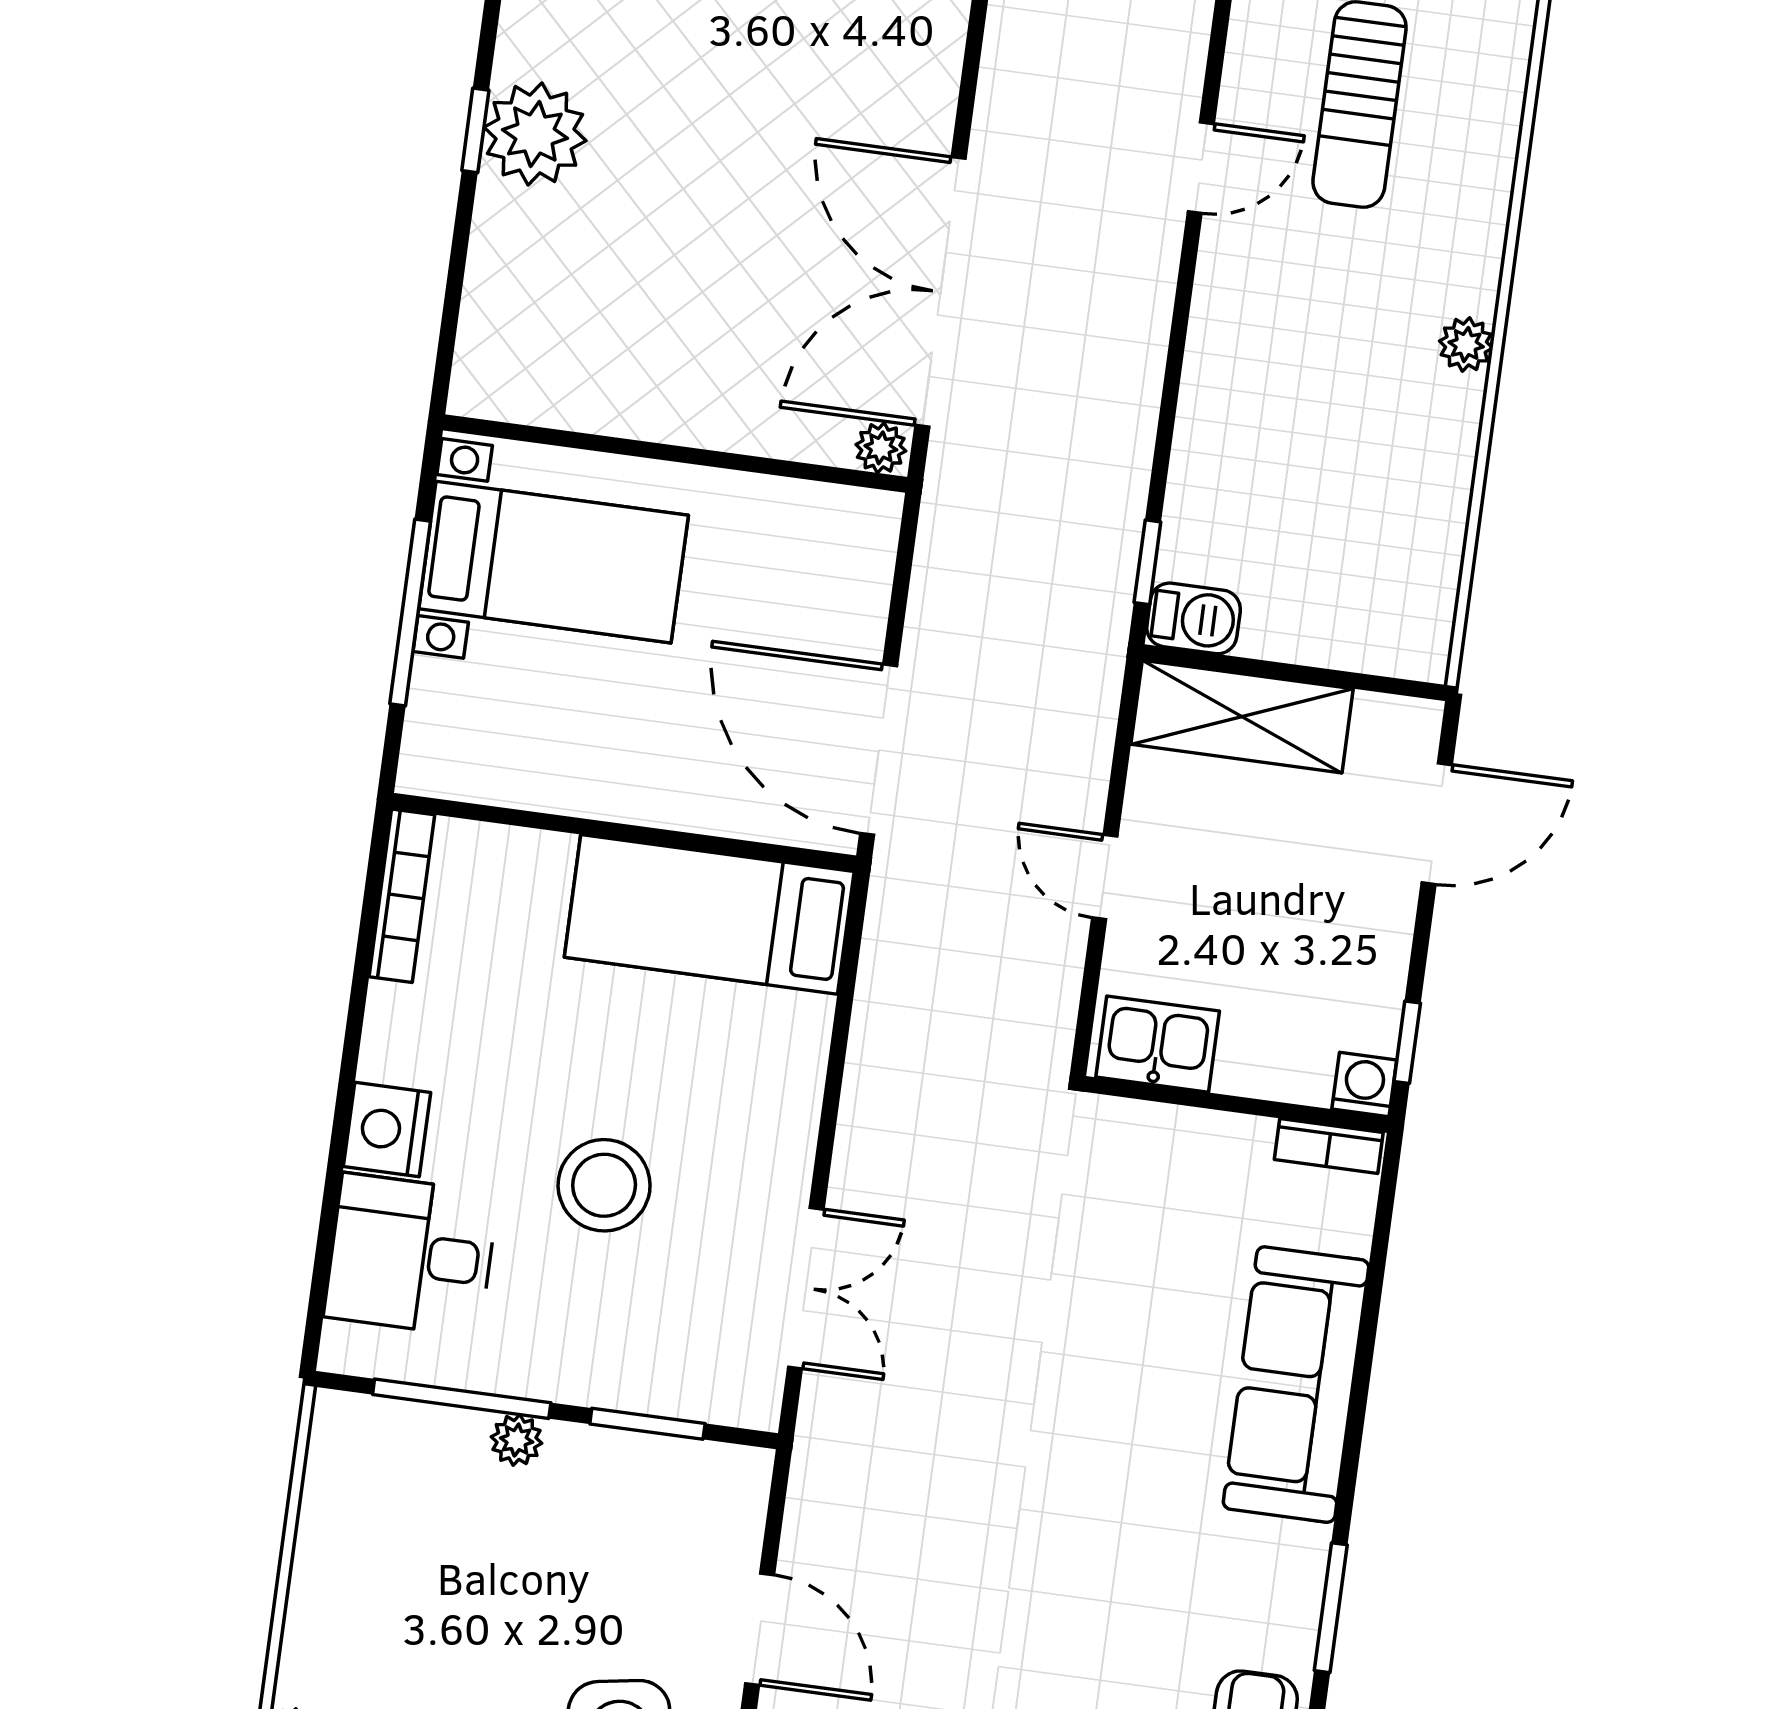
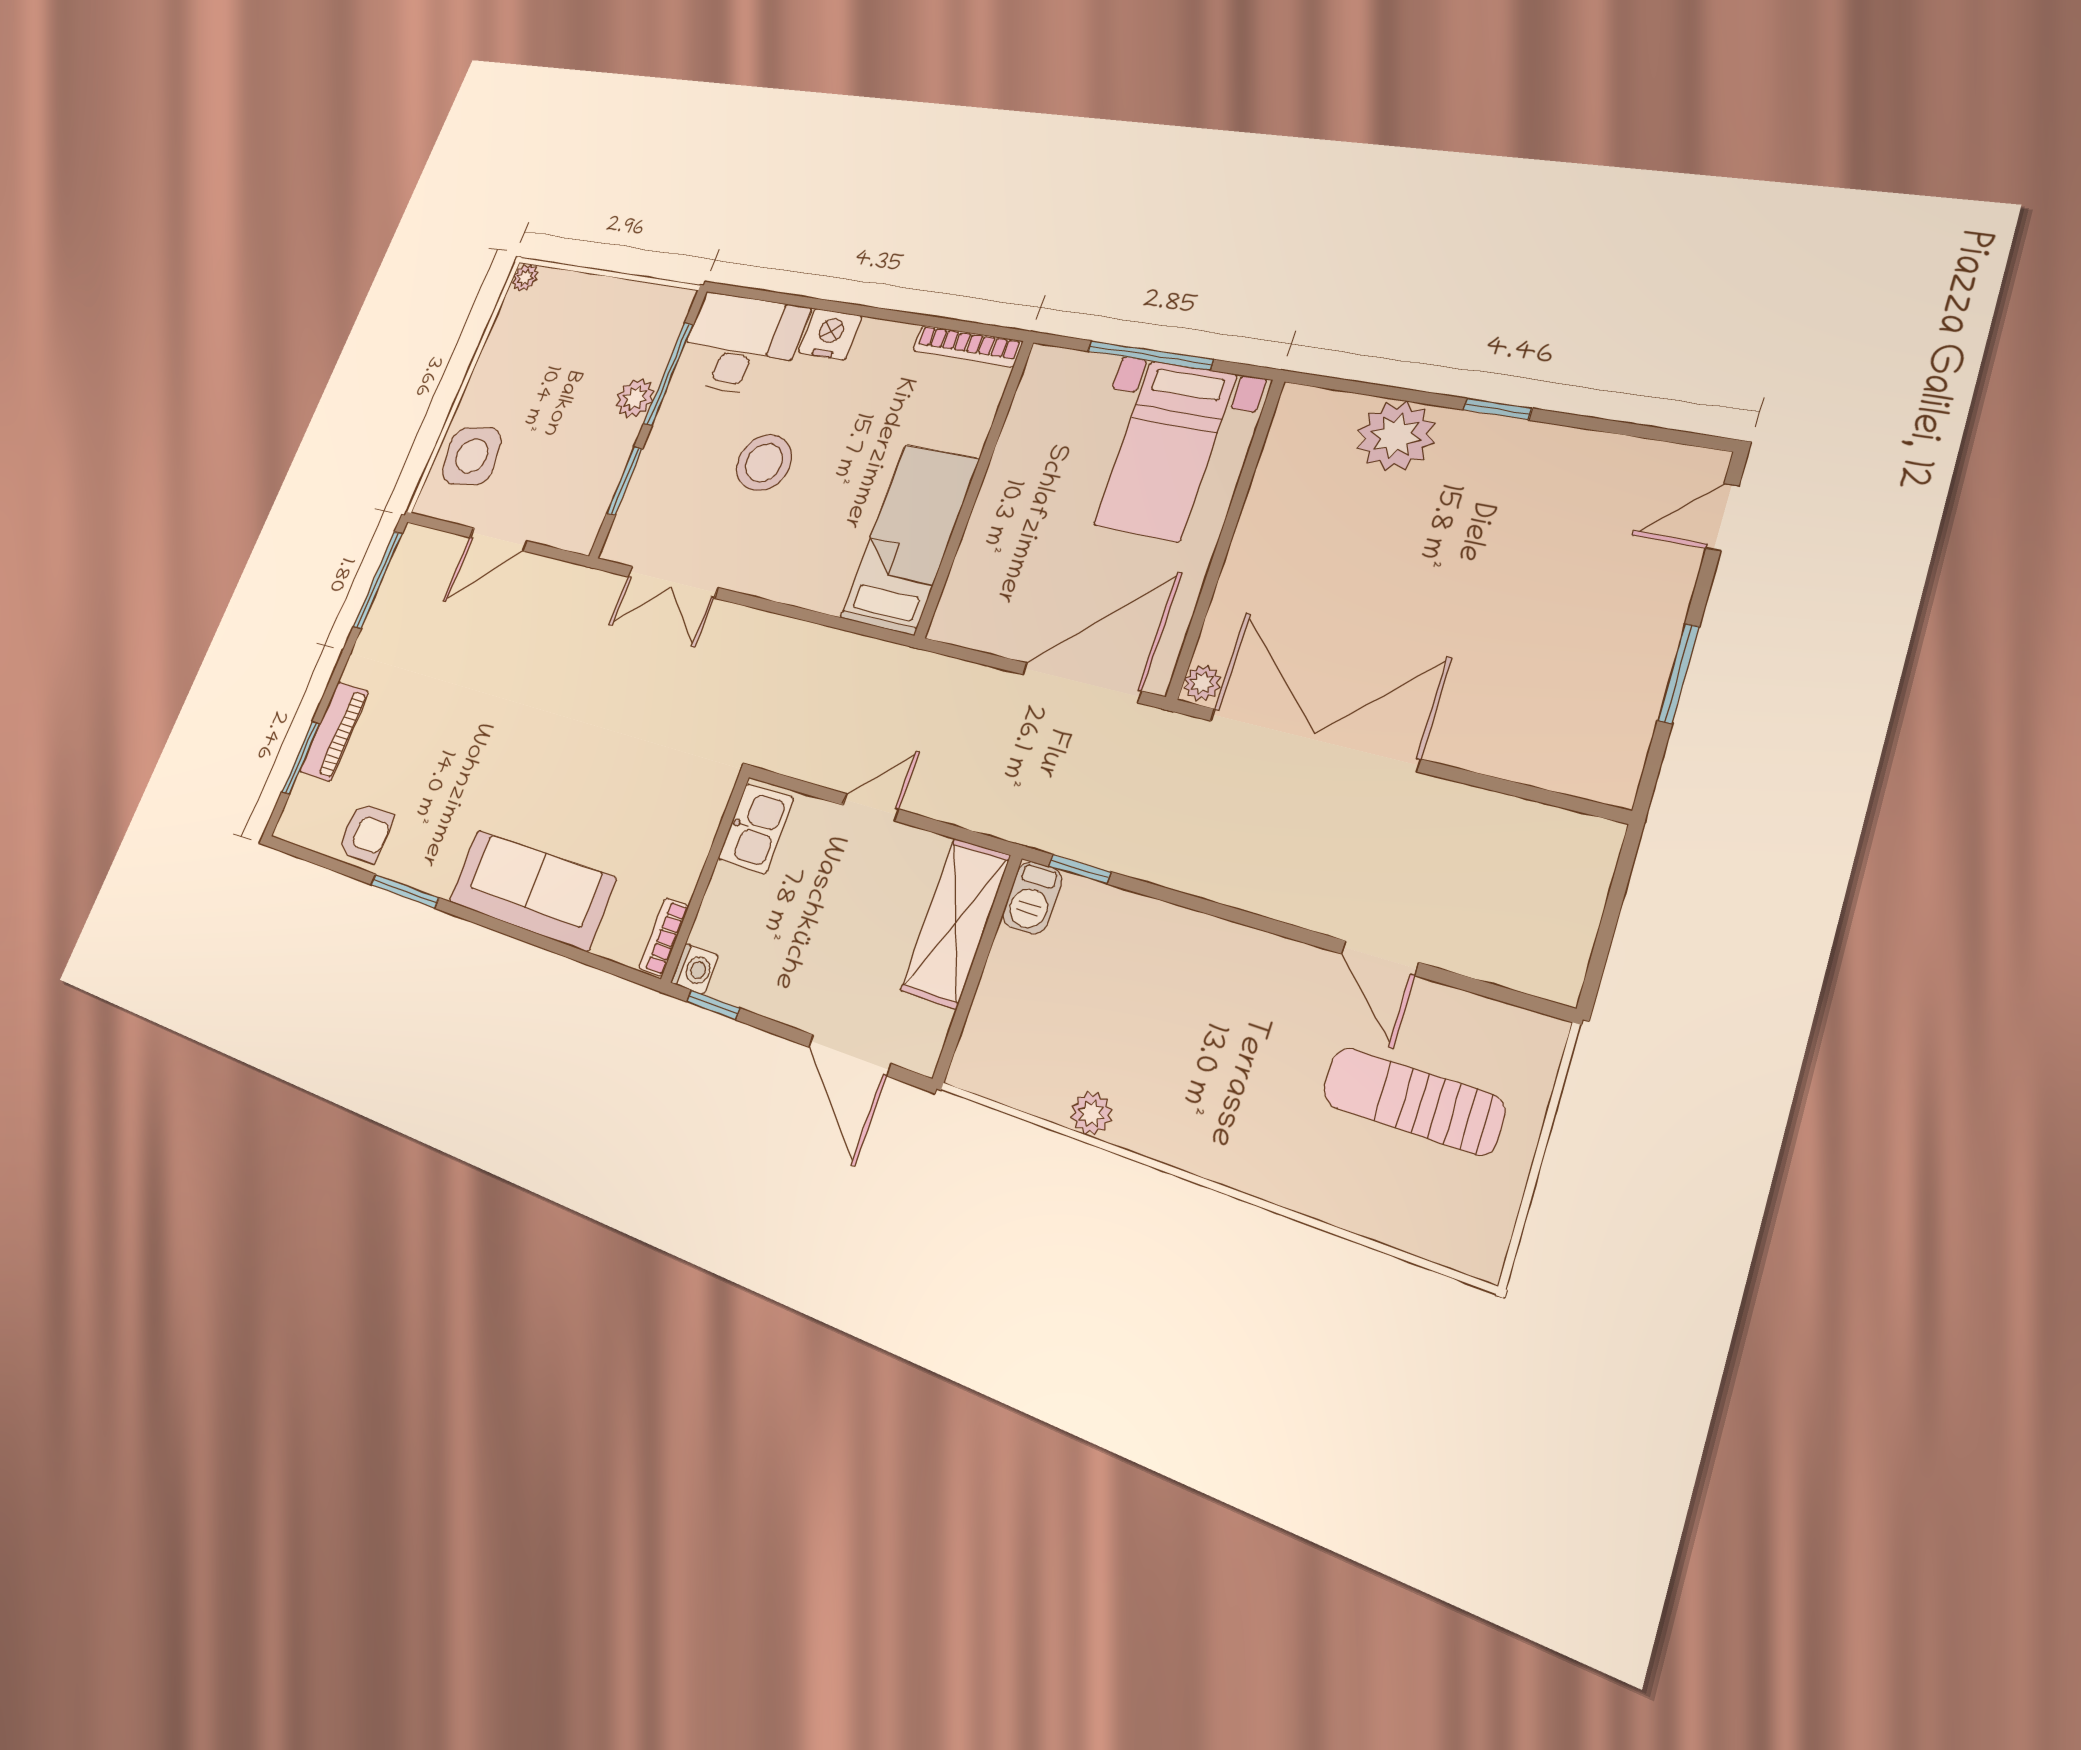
plant: (535, 134) -> (1396, 436), moved
plant: (1466, 345) -> (1091, 1113), moved
door: (879, 750) -> (1081, 683), moved
desk: (411, 1255) -> (741, 344), width x1.37
plant: (517, 1440) -> (635, 398), width x1.38, depth x1.38

